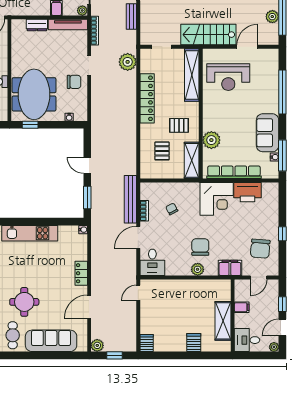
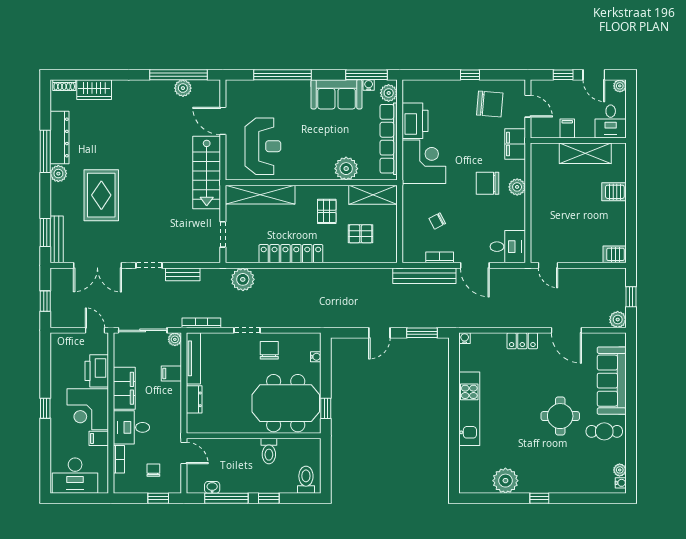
plant: (269, 172) -> (389, 93), added

